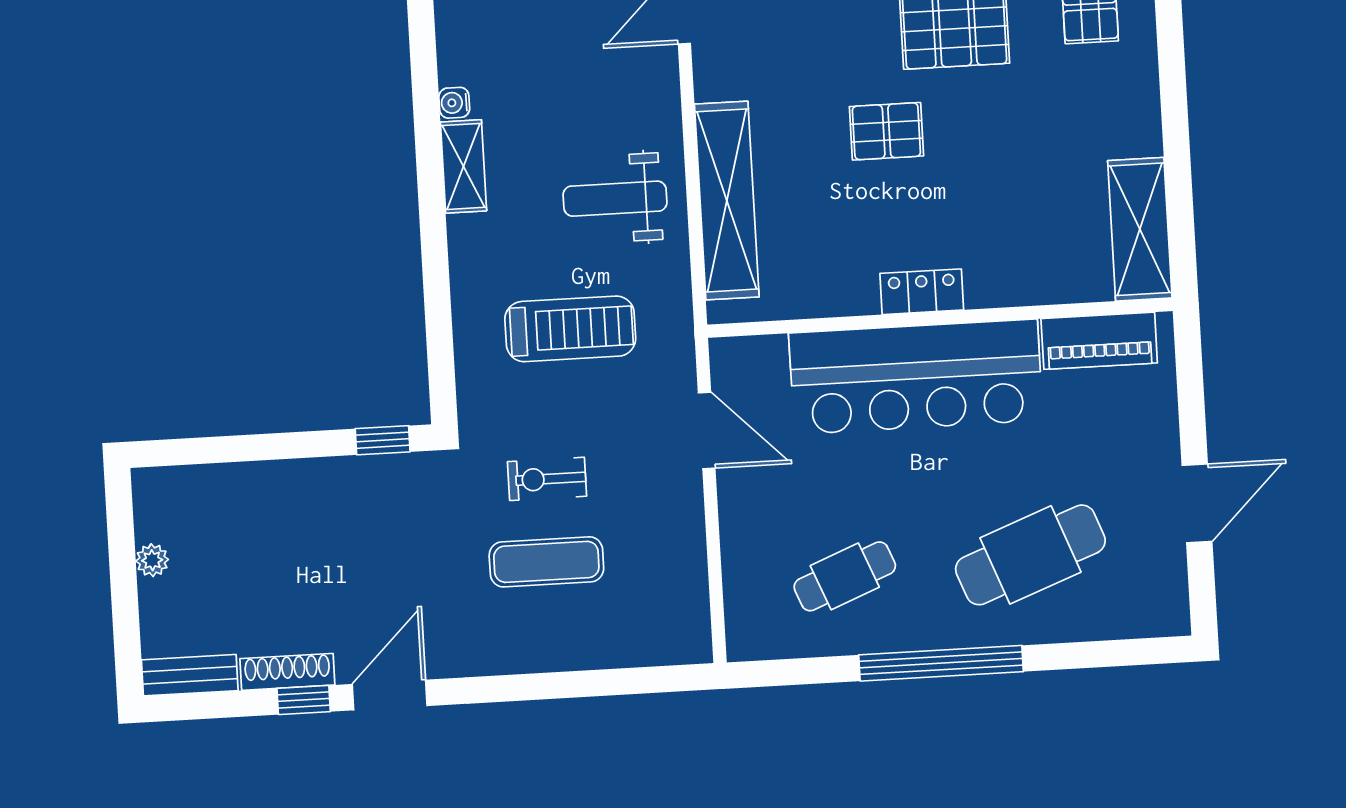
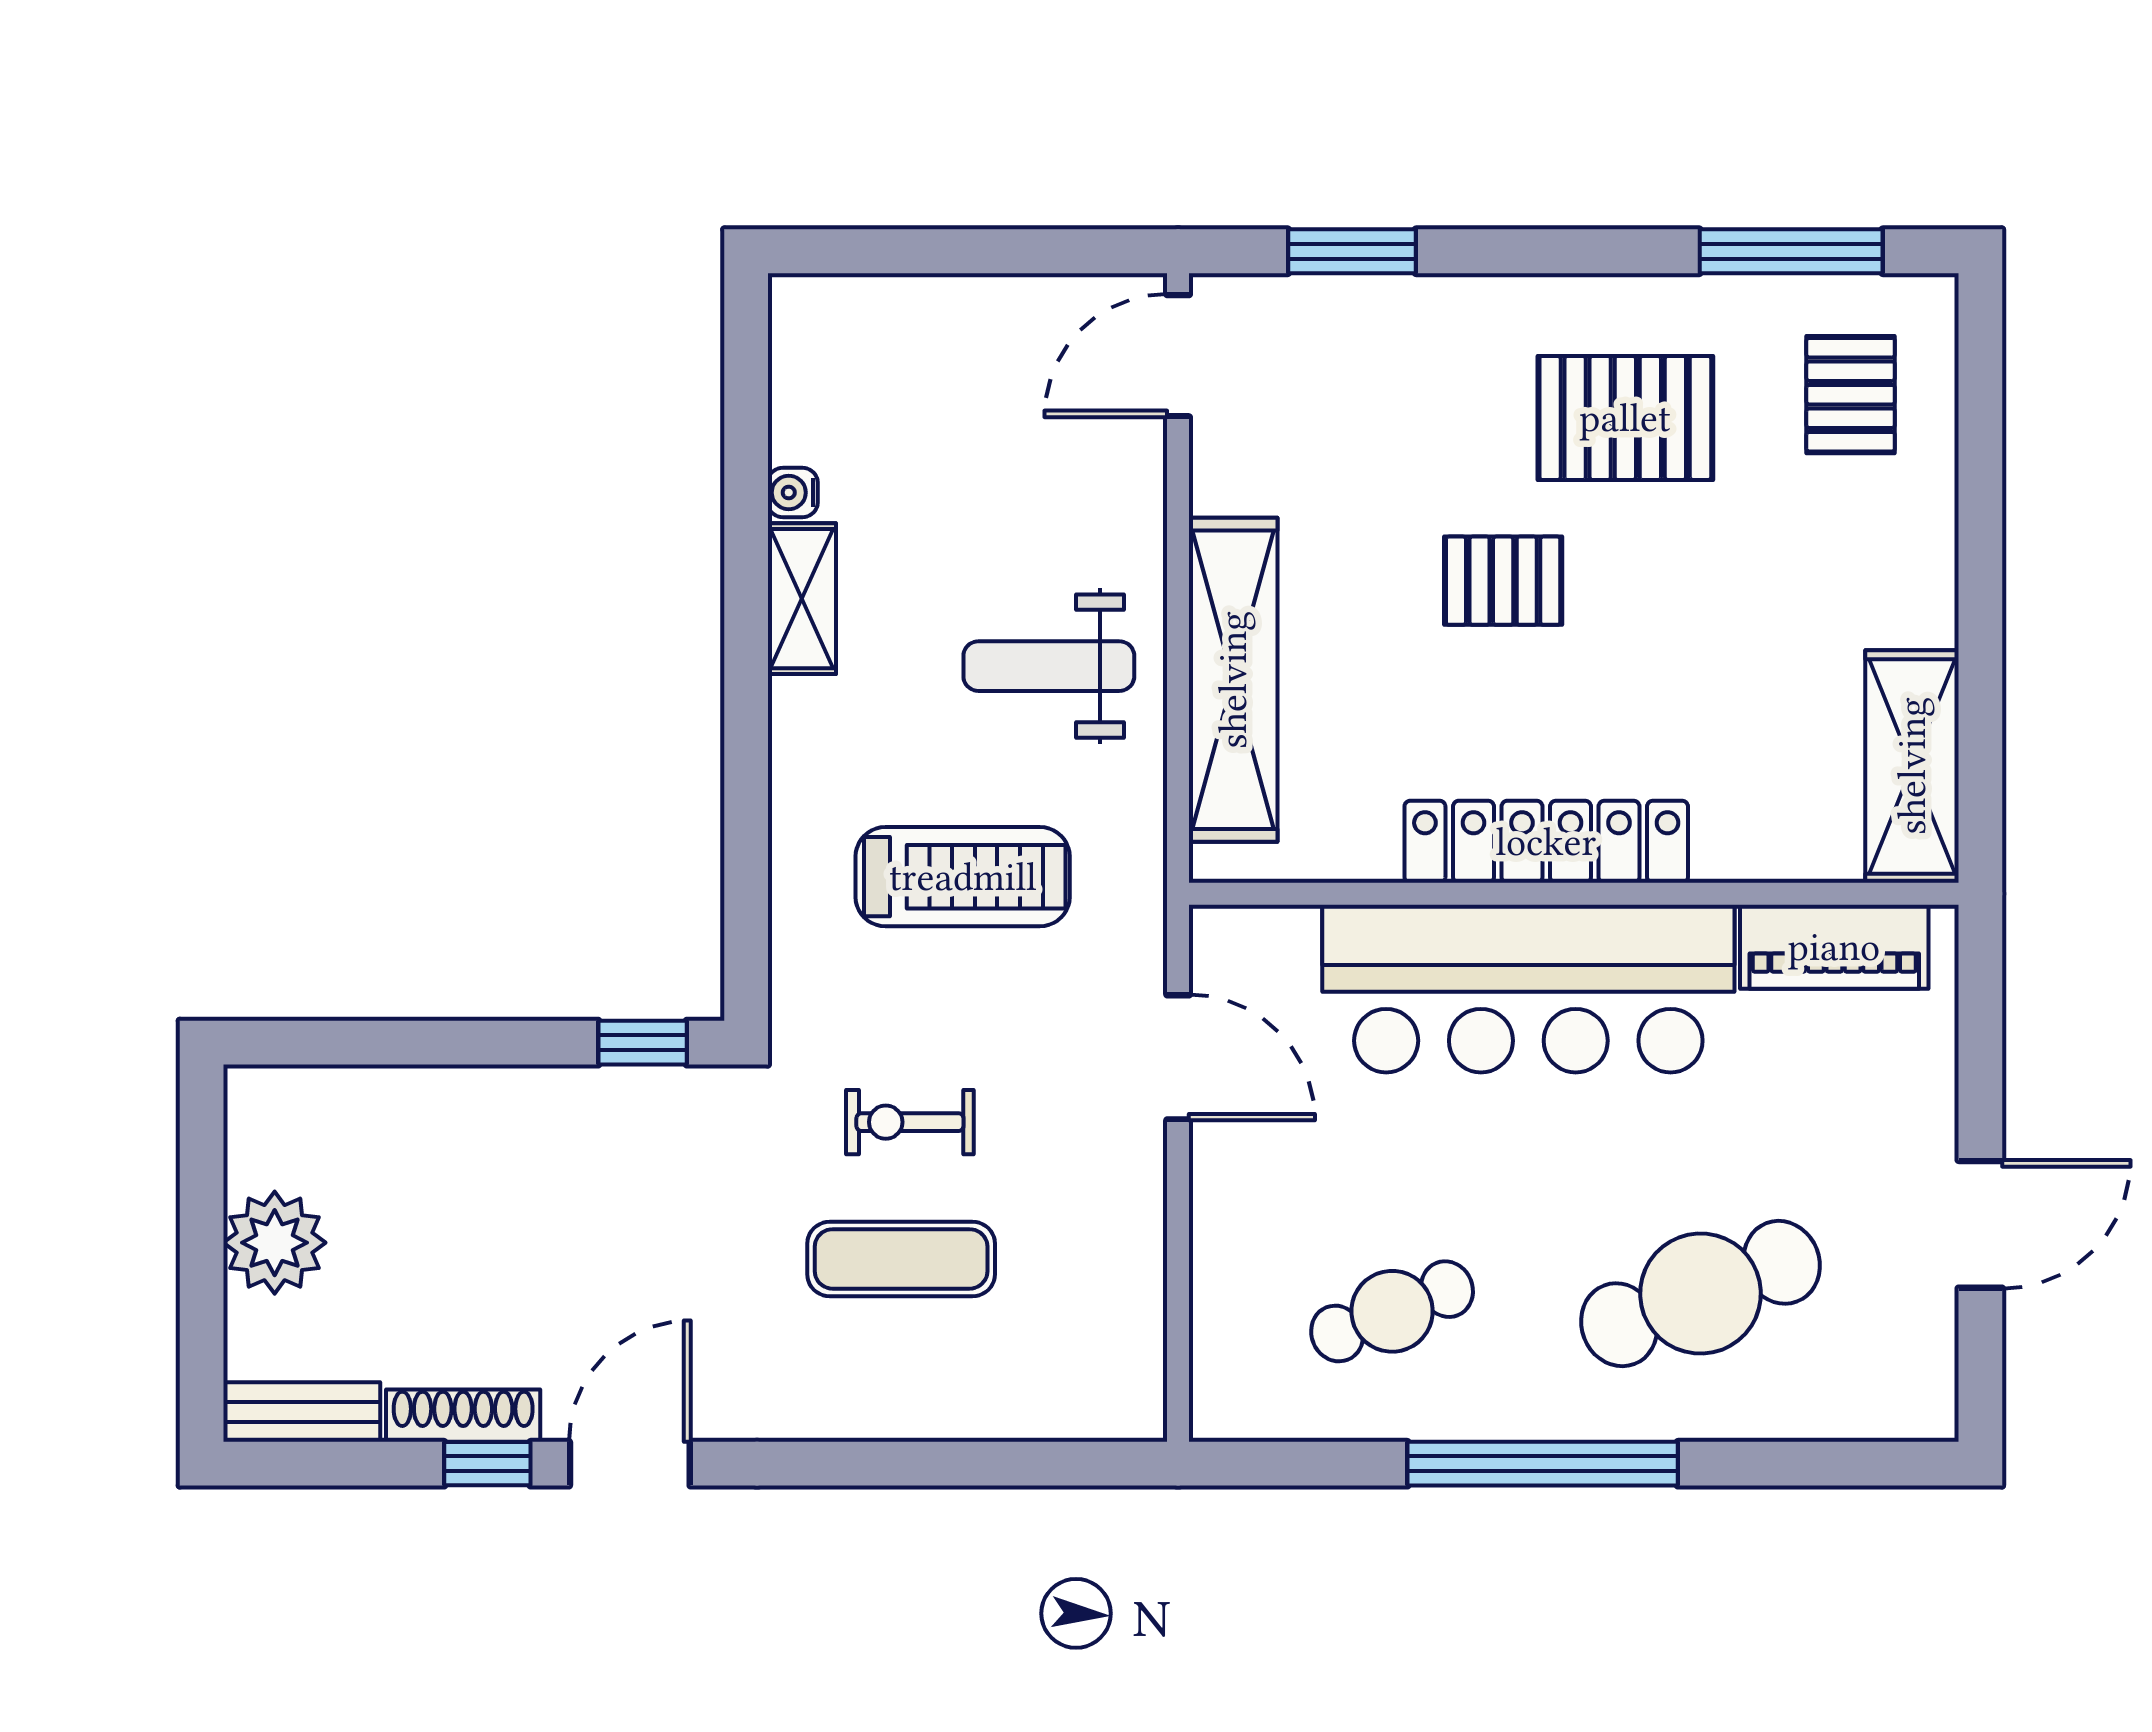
locker: (922, 292) -> (1546, 842), width x2.16, depth x1.21
plant: (152, 560) -> (275, 1243), width x1.87, depth x1.87

